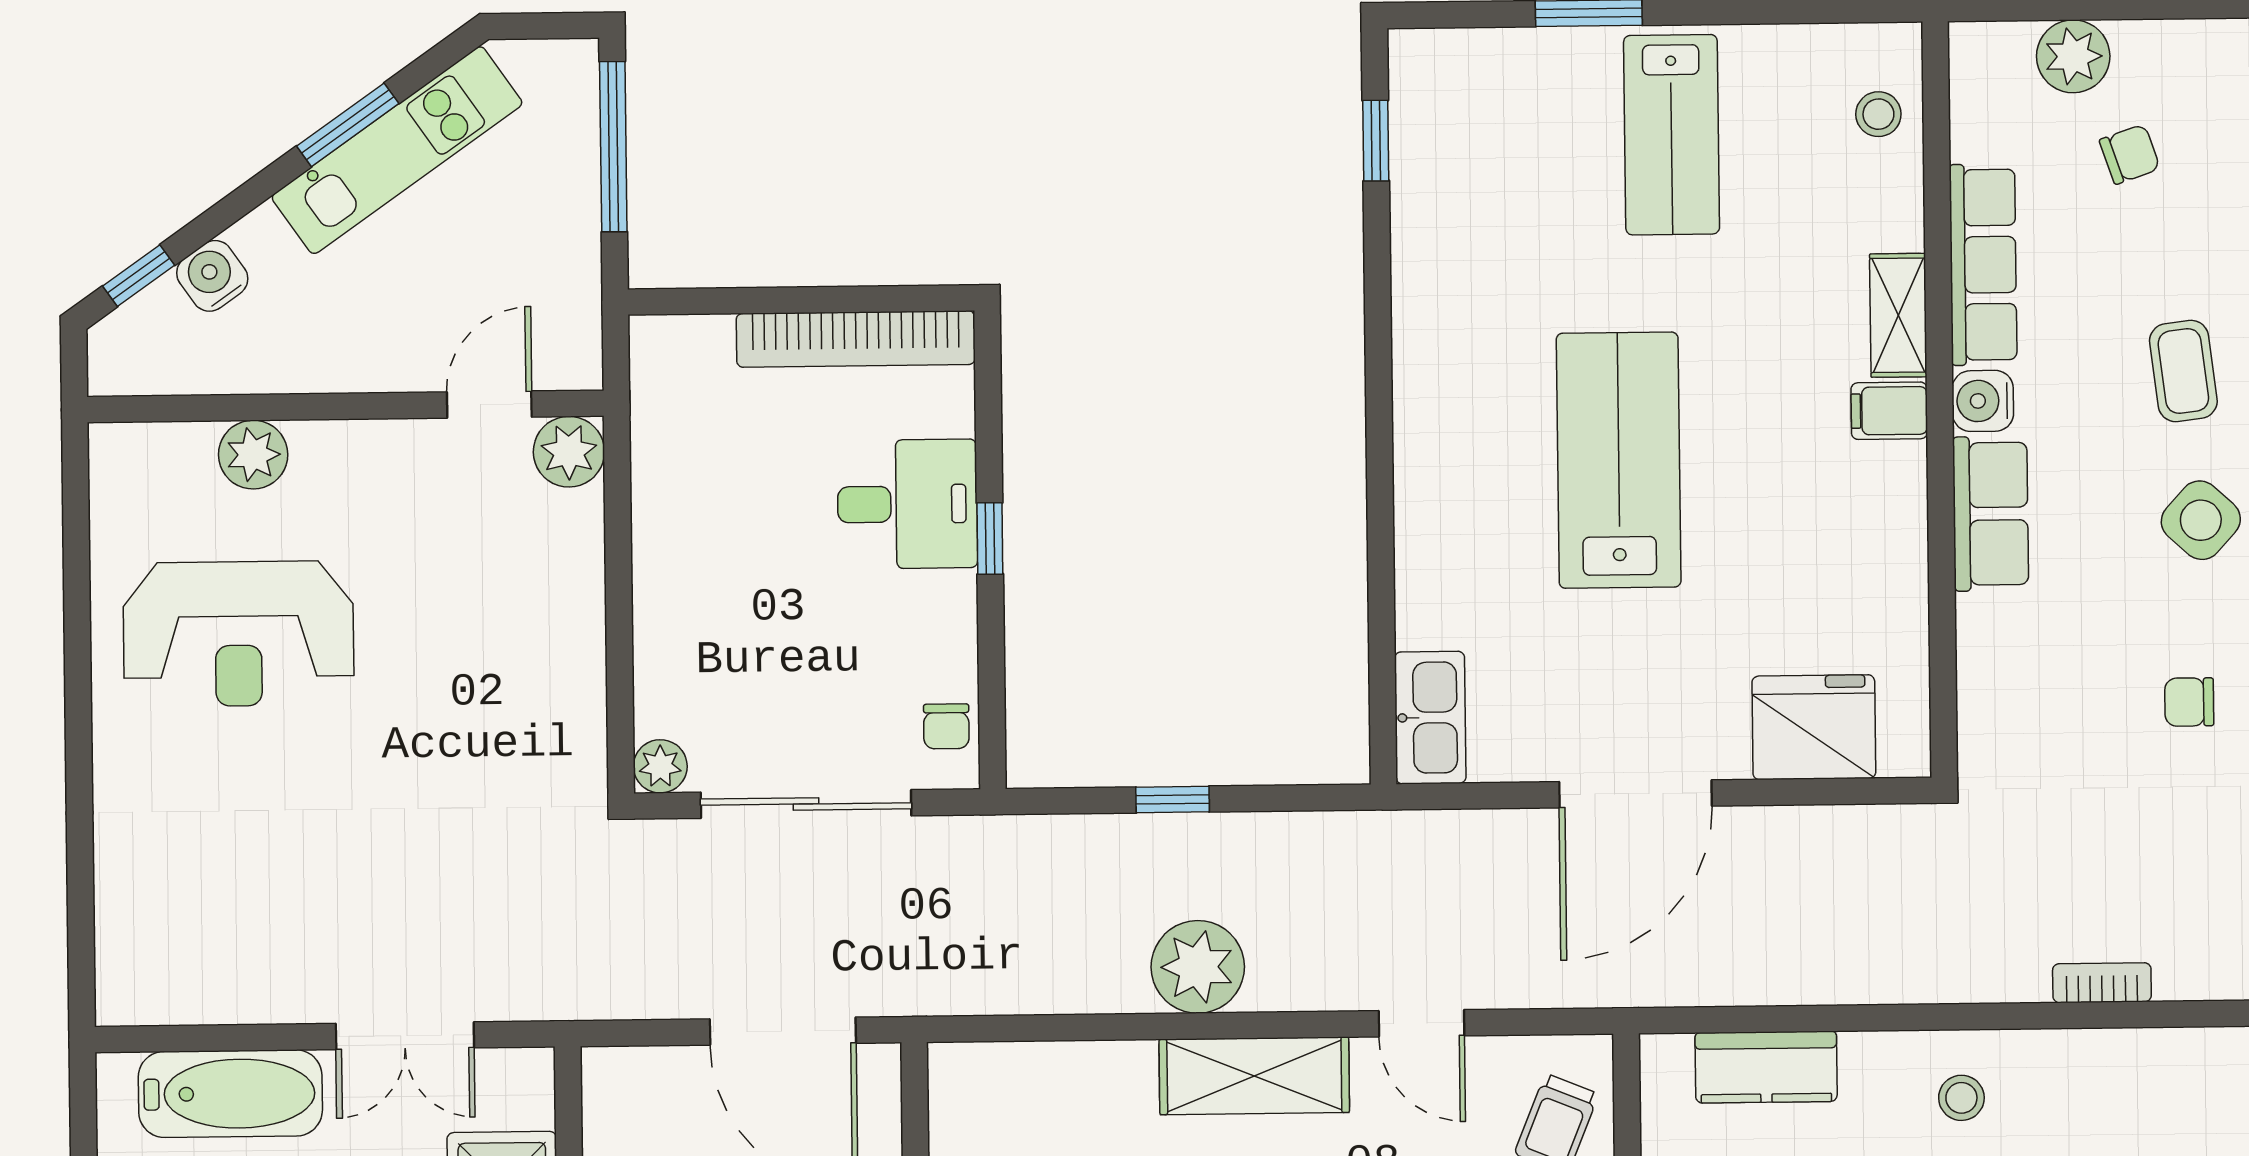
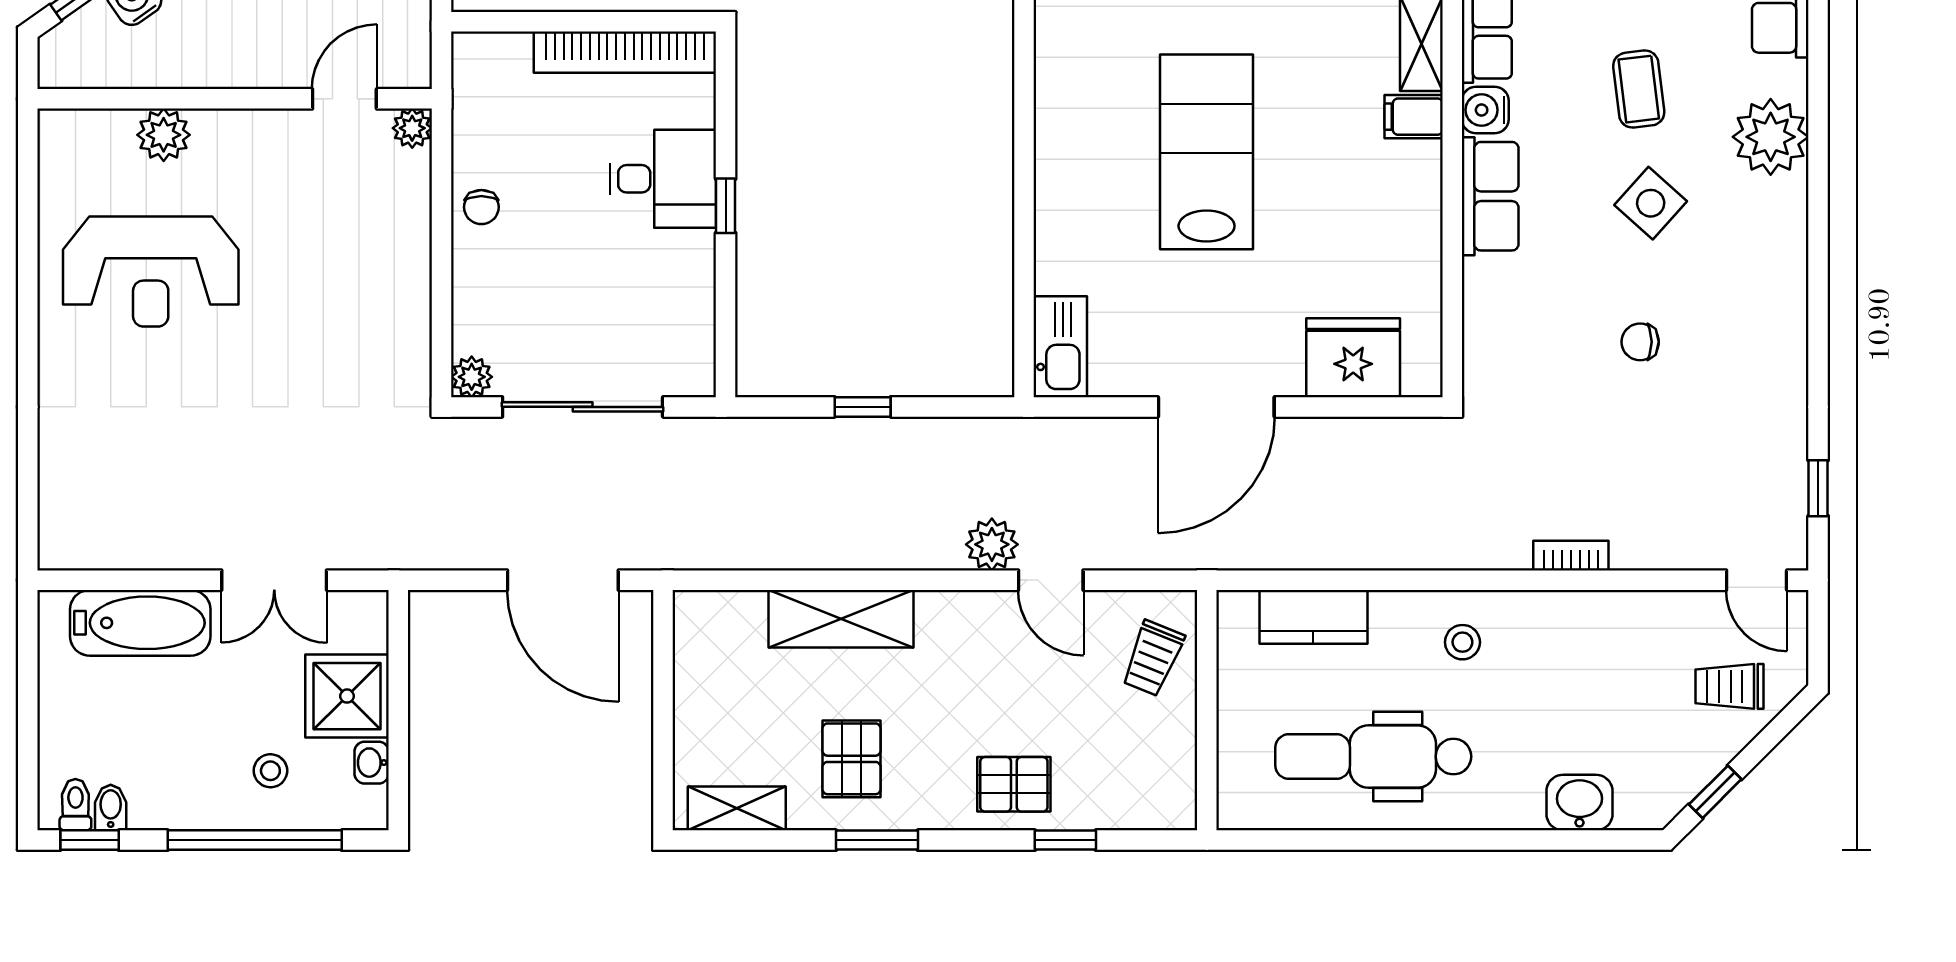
plant: (569, 452) -> (412, 128), width x0.73, depth x0.73
chair: (946, 726) -> (481, 207), moved
plant: (1198, 967) -> (992, 544), moved, width x0.73, depth x0.73
shelving: (1254, 1076) -> (841, 619), moved

